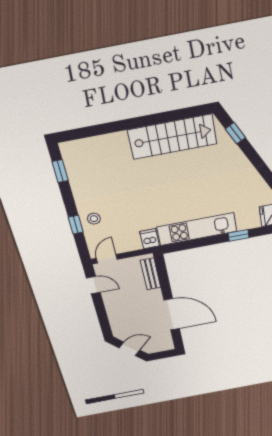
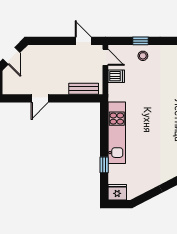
dishwasher: (150, 239) -> (116, 76), moved
door: (93, 285) -> (83, 41), swing flipped
door: (172, 314) -> (40, 98), width x0.53

